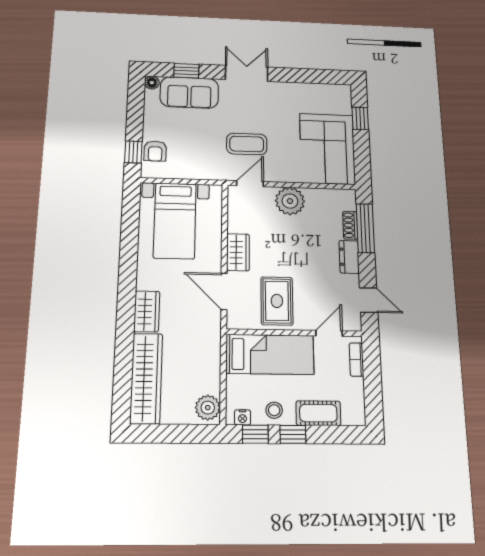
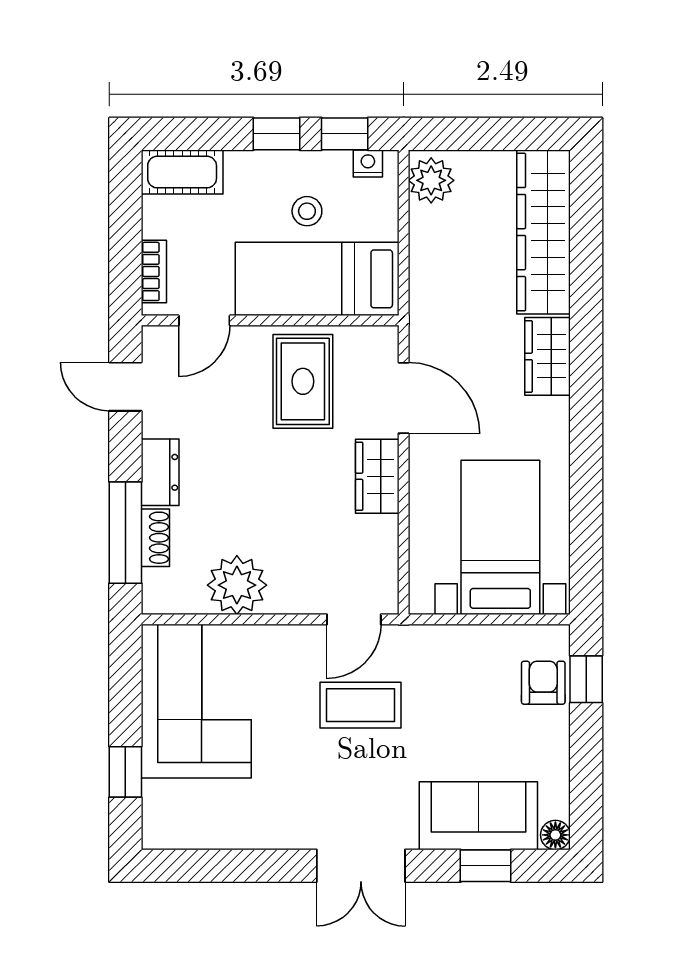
plant: (290, 201) -> (237, 585), moved
stool: (274, 410) -> (307, 211), moved
cot: (318, 413) -> (182, 172), moved

